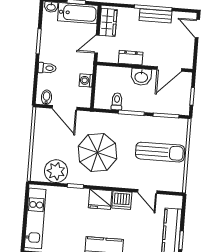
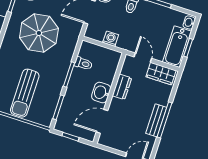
door: (169, 69) -> (102, 121), hinge flipped

